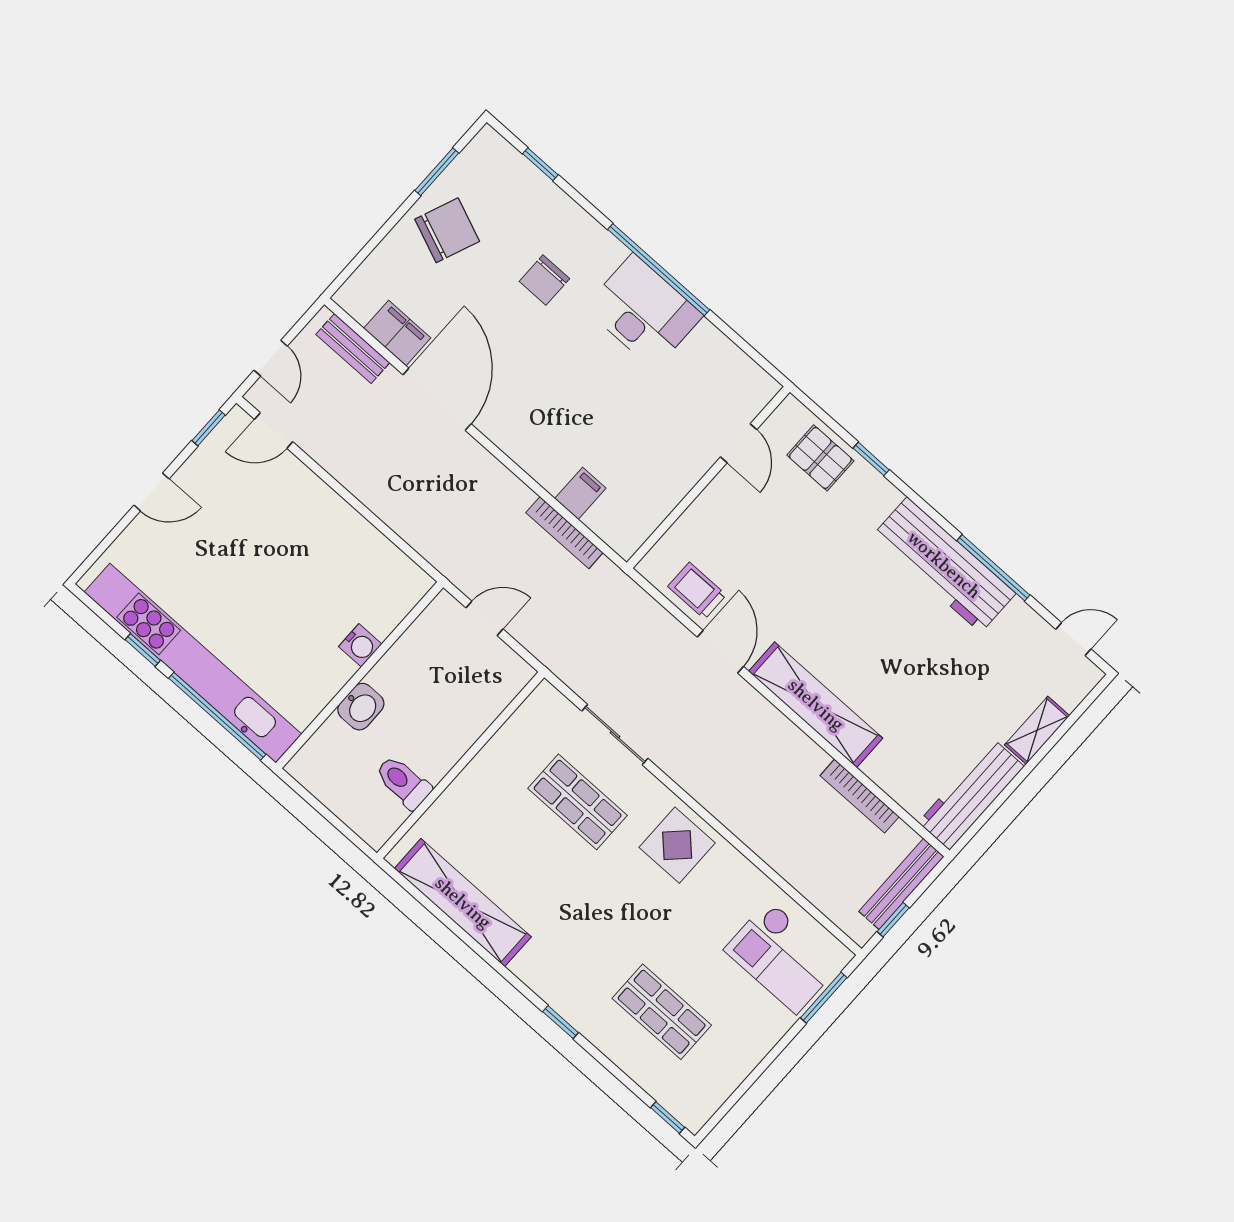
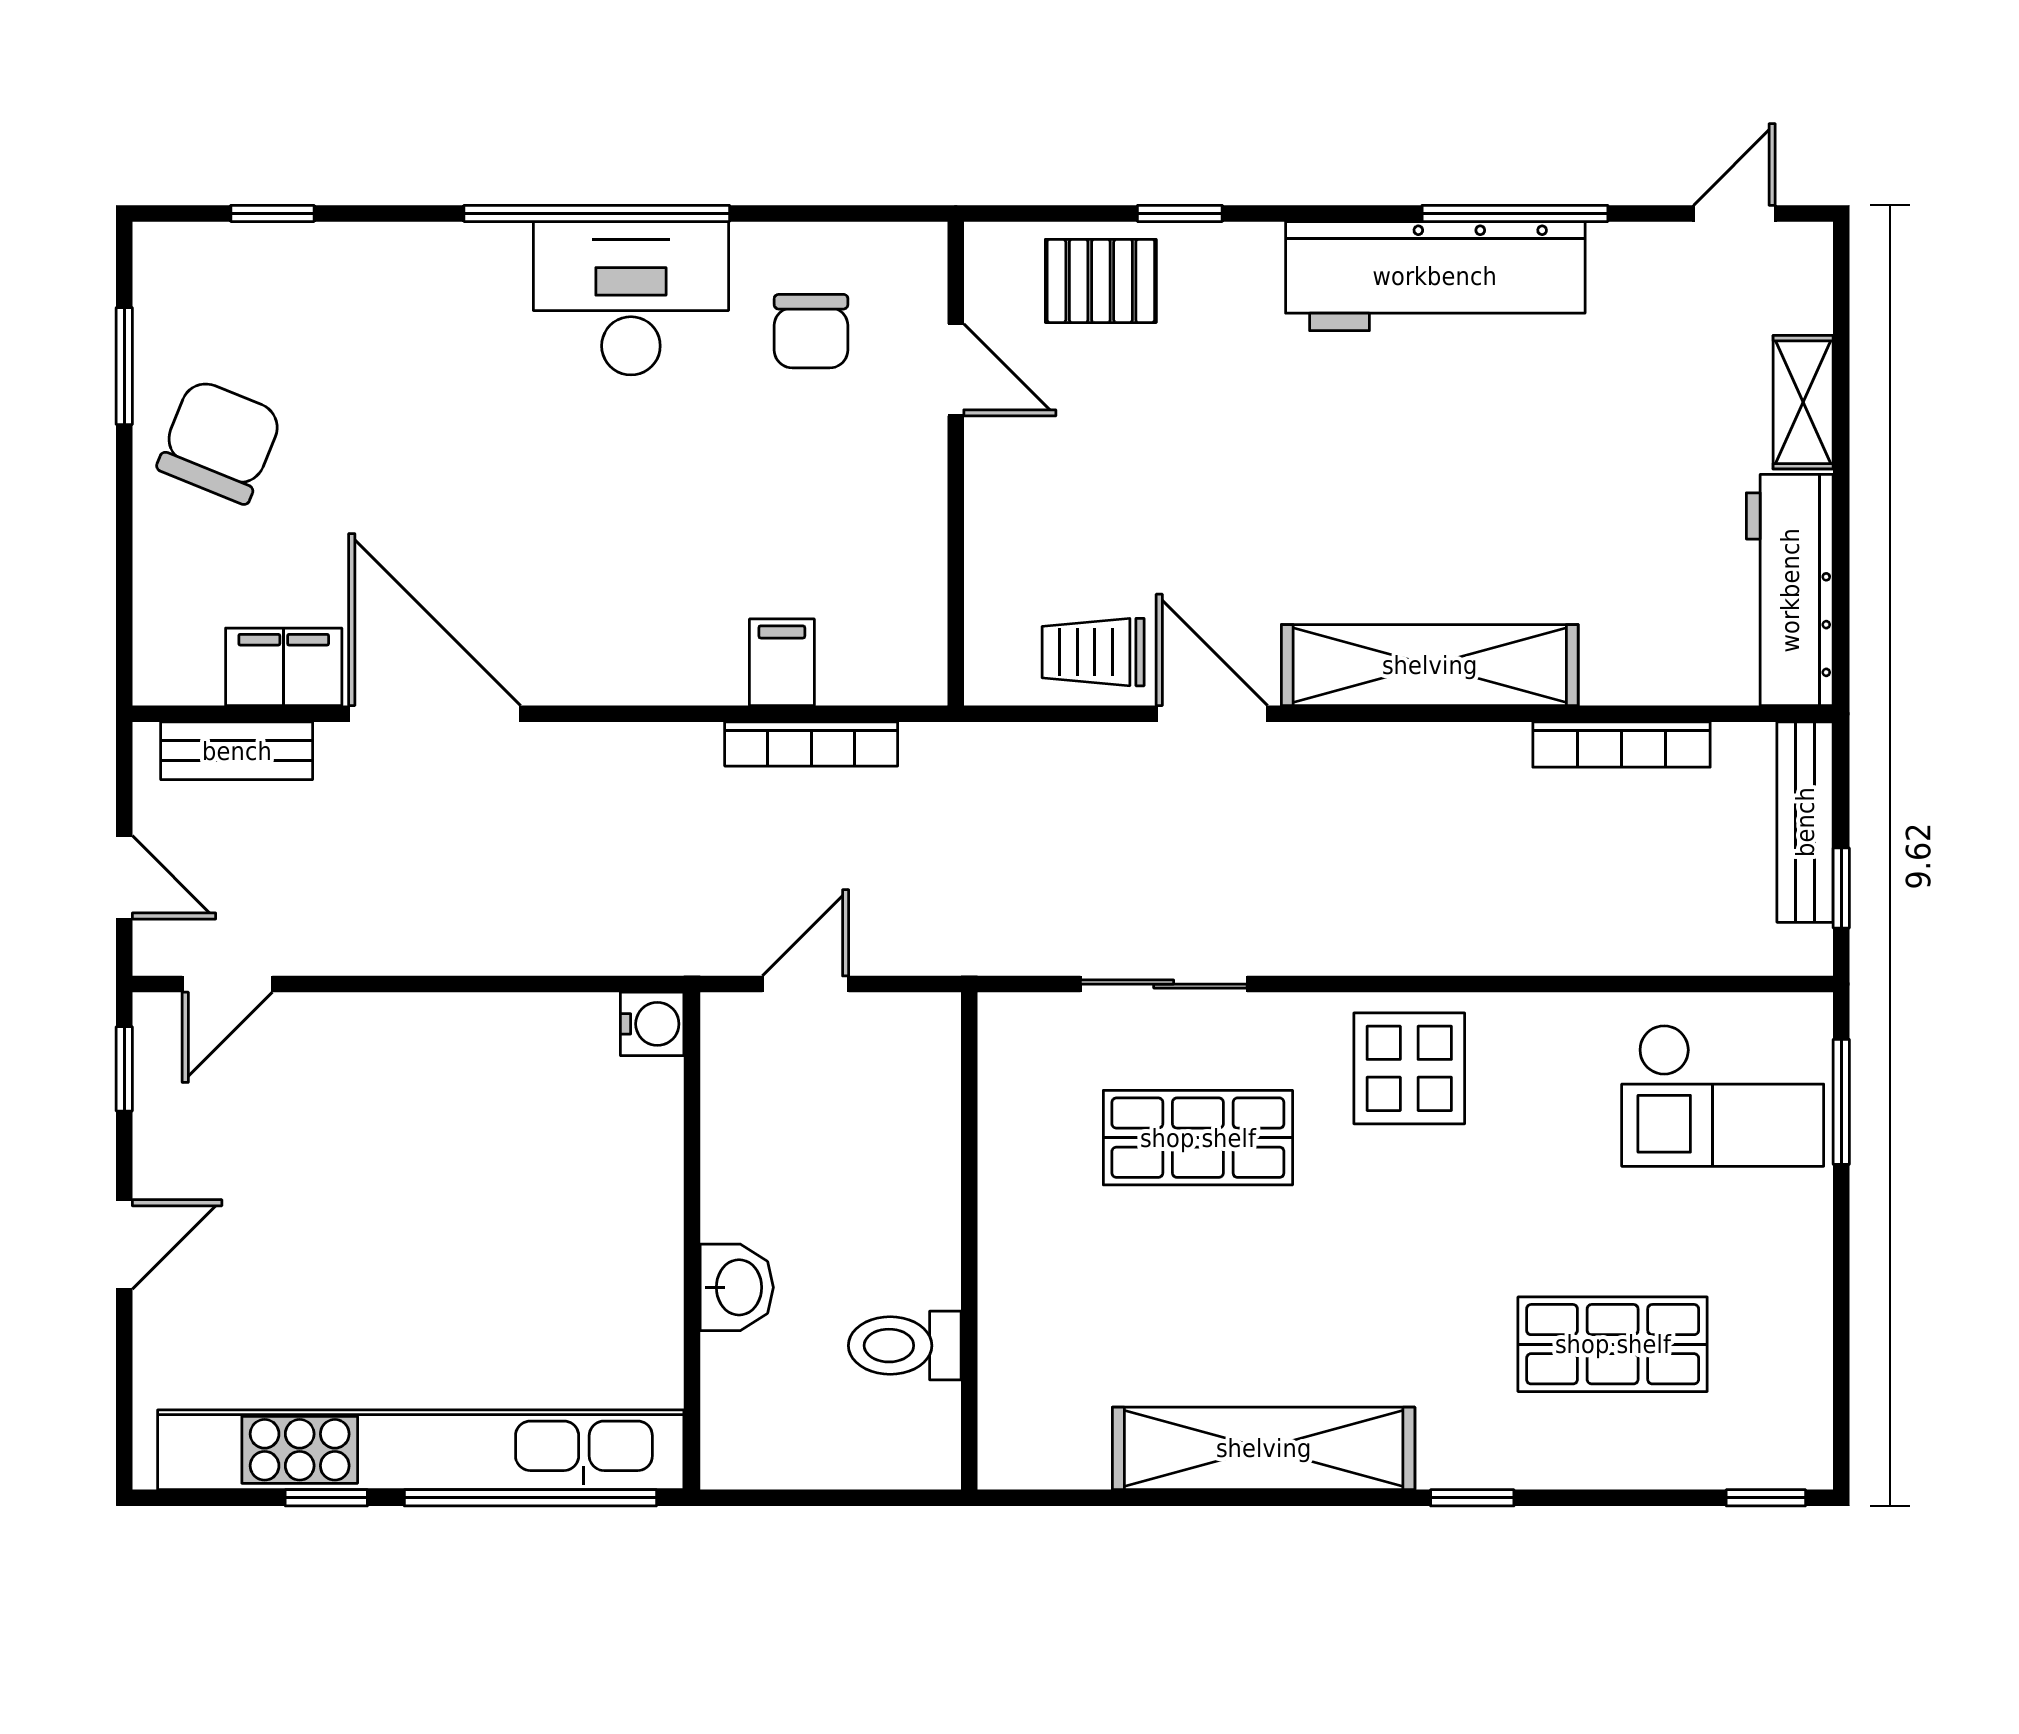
chair: (544, 280) -> (811, 331), moved
water cooler: (360, 645) -> (652, 1024), moved
shelving: (463, 903) -> (1264, 1448), moved

